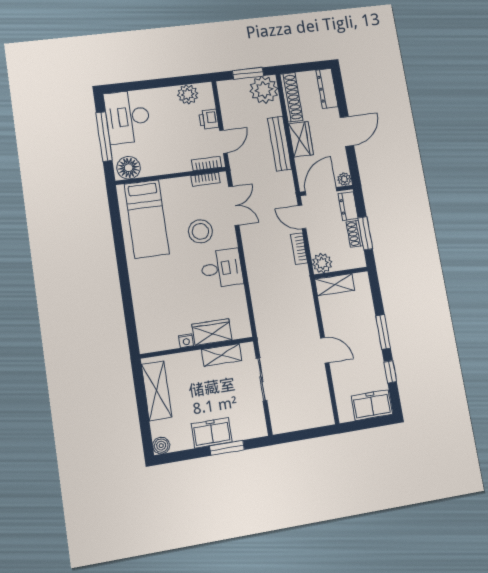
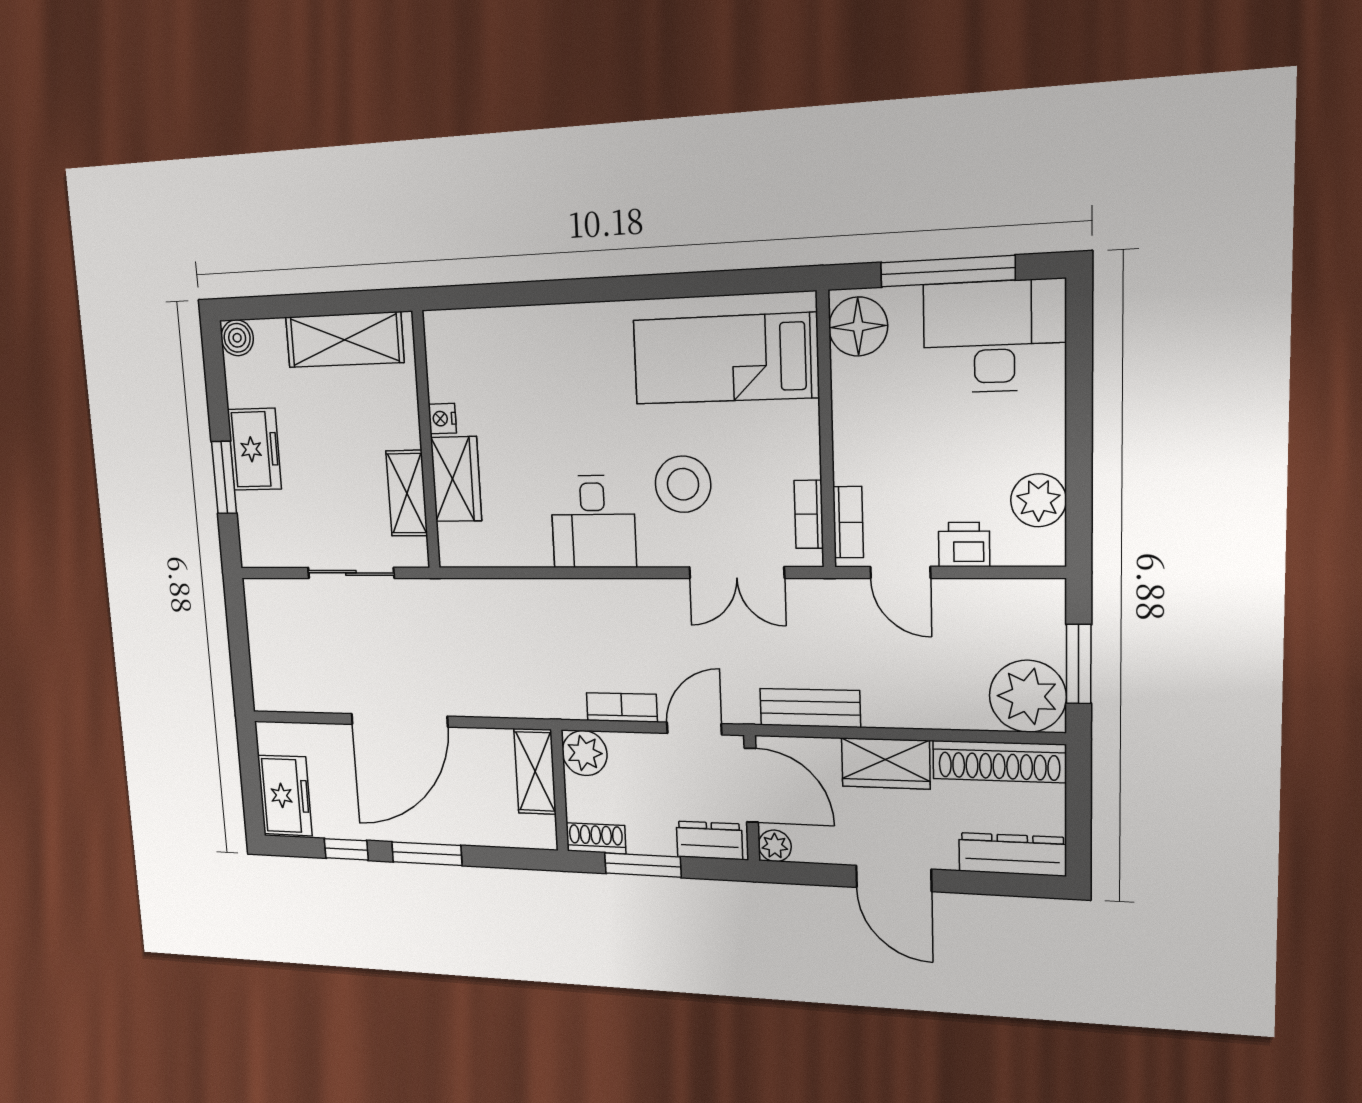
bench: (280, 144) -> (810, 708), moved, width x0.73
shoe rack: (355, 234) -> (596, 838), moved
door: (325, 350) -> (399, 720), width x1.87

